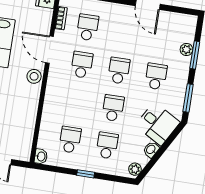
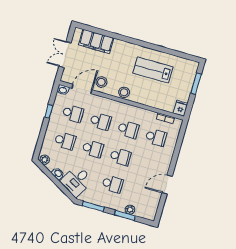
door: (49, 50) -> (82, 89), moved
school desk: (76, 102) -> (101, 121), added
stool: (24, 107) -> (101, 82), added
window: (86, 174) -> (49, 111), moved

